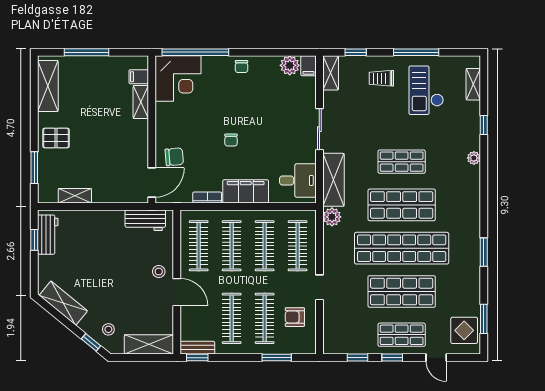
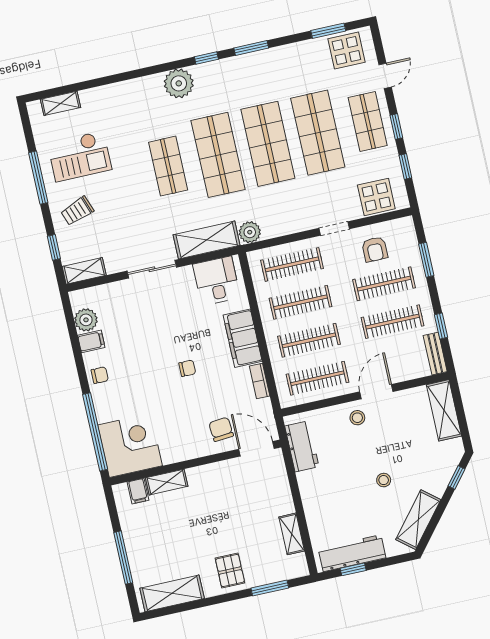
filing cabinet: (308, 66) -> (91, 341), moved
trolley: (381, 78) -> (77, 211), turned 70
window: (484, 125) -> (206, 58), moved
plant: (474, 158) -> (179, 83), moved, width x1.87, depth x1.87
workbench: (48, 235) -> (352, 553), width x1.38
shop shelf: (402, 248) -> (268, 144), width x0.71
display table: (338, 328) -> (376, 197), added
stool: (108, 329) -> (384, 480), moved
window: (197, 358) -> (441, 326), moved

